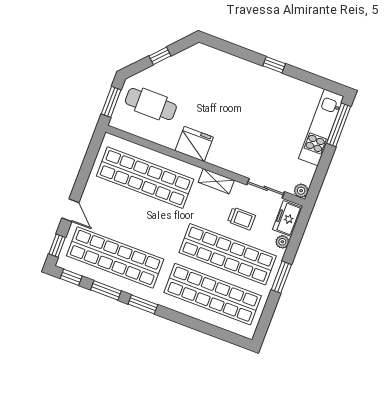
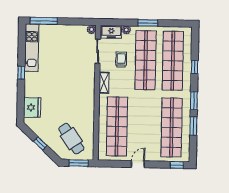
cafe table: (151, 104) -> (71, 139), turned -35
kitchen unit: (321, 127) -> (32, 48), moved, turned -90
fridge: (194, 144) -> (32, 107), moved, turned 180
door: (70, 210) -> (138, 164), moved
window: (71, 277) -> (195, 67), moved

